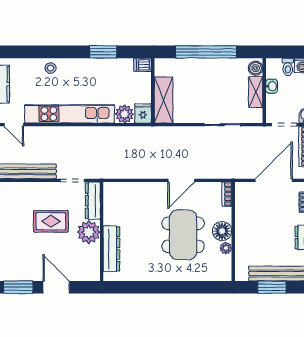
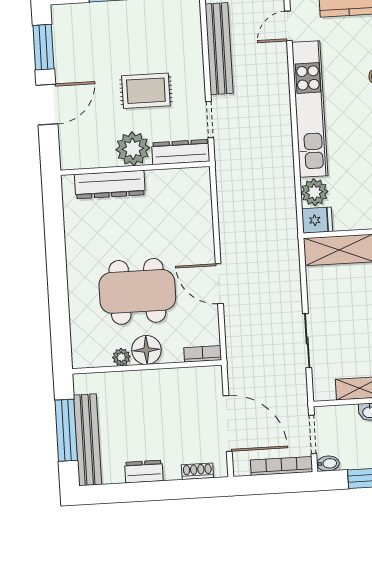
rug: (51, 221) -> (146, 91), turned 90
window: (272, 287) -> (66, 430), width x1.44

